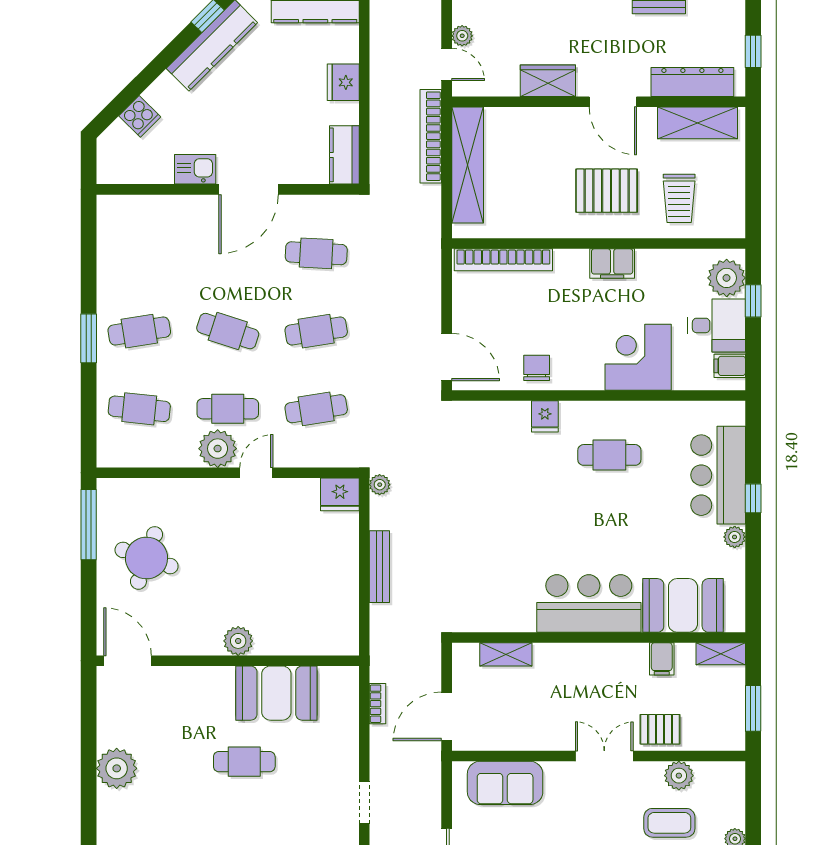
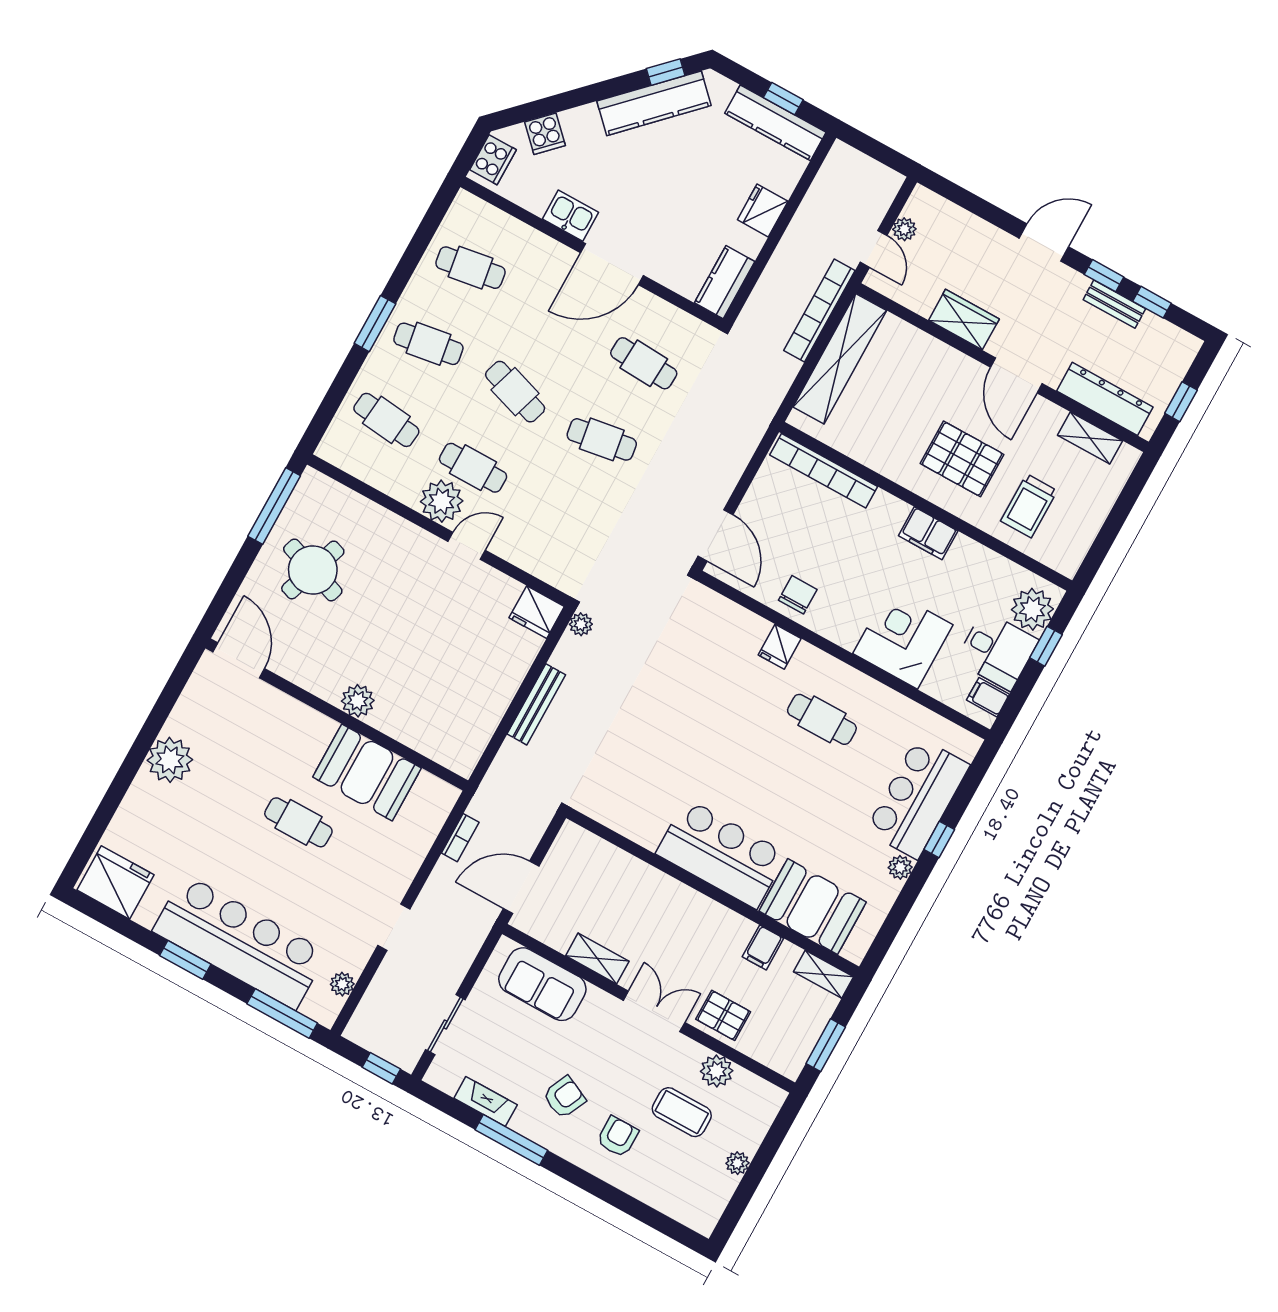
shelving: (698, 123) -> (1090, 438), width x0.67, depth x0.75
cooker: (110, 159) -> (493, 160), added
cafe table: (316, 409) -> (470, 268), moved
shelving: (506, 654) -> (597, 959), moved

